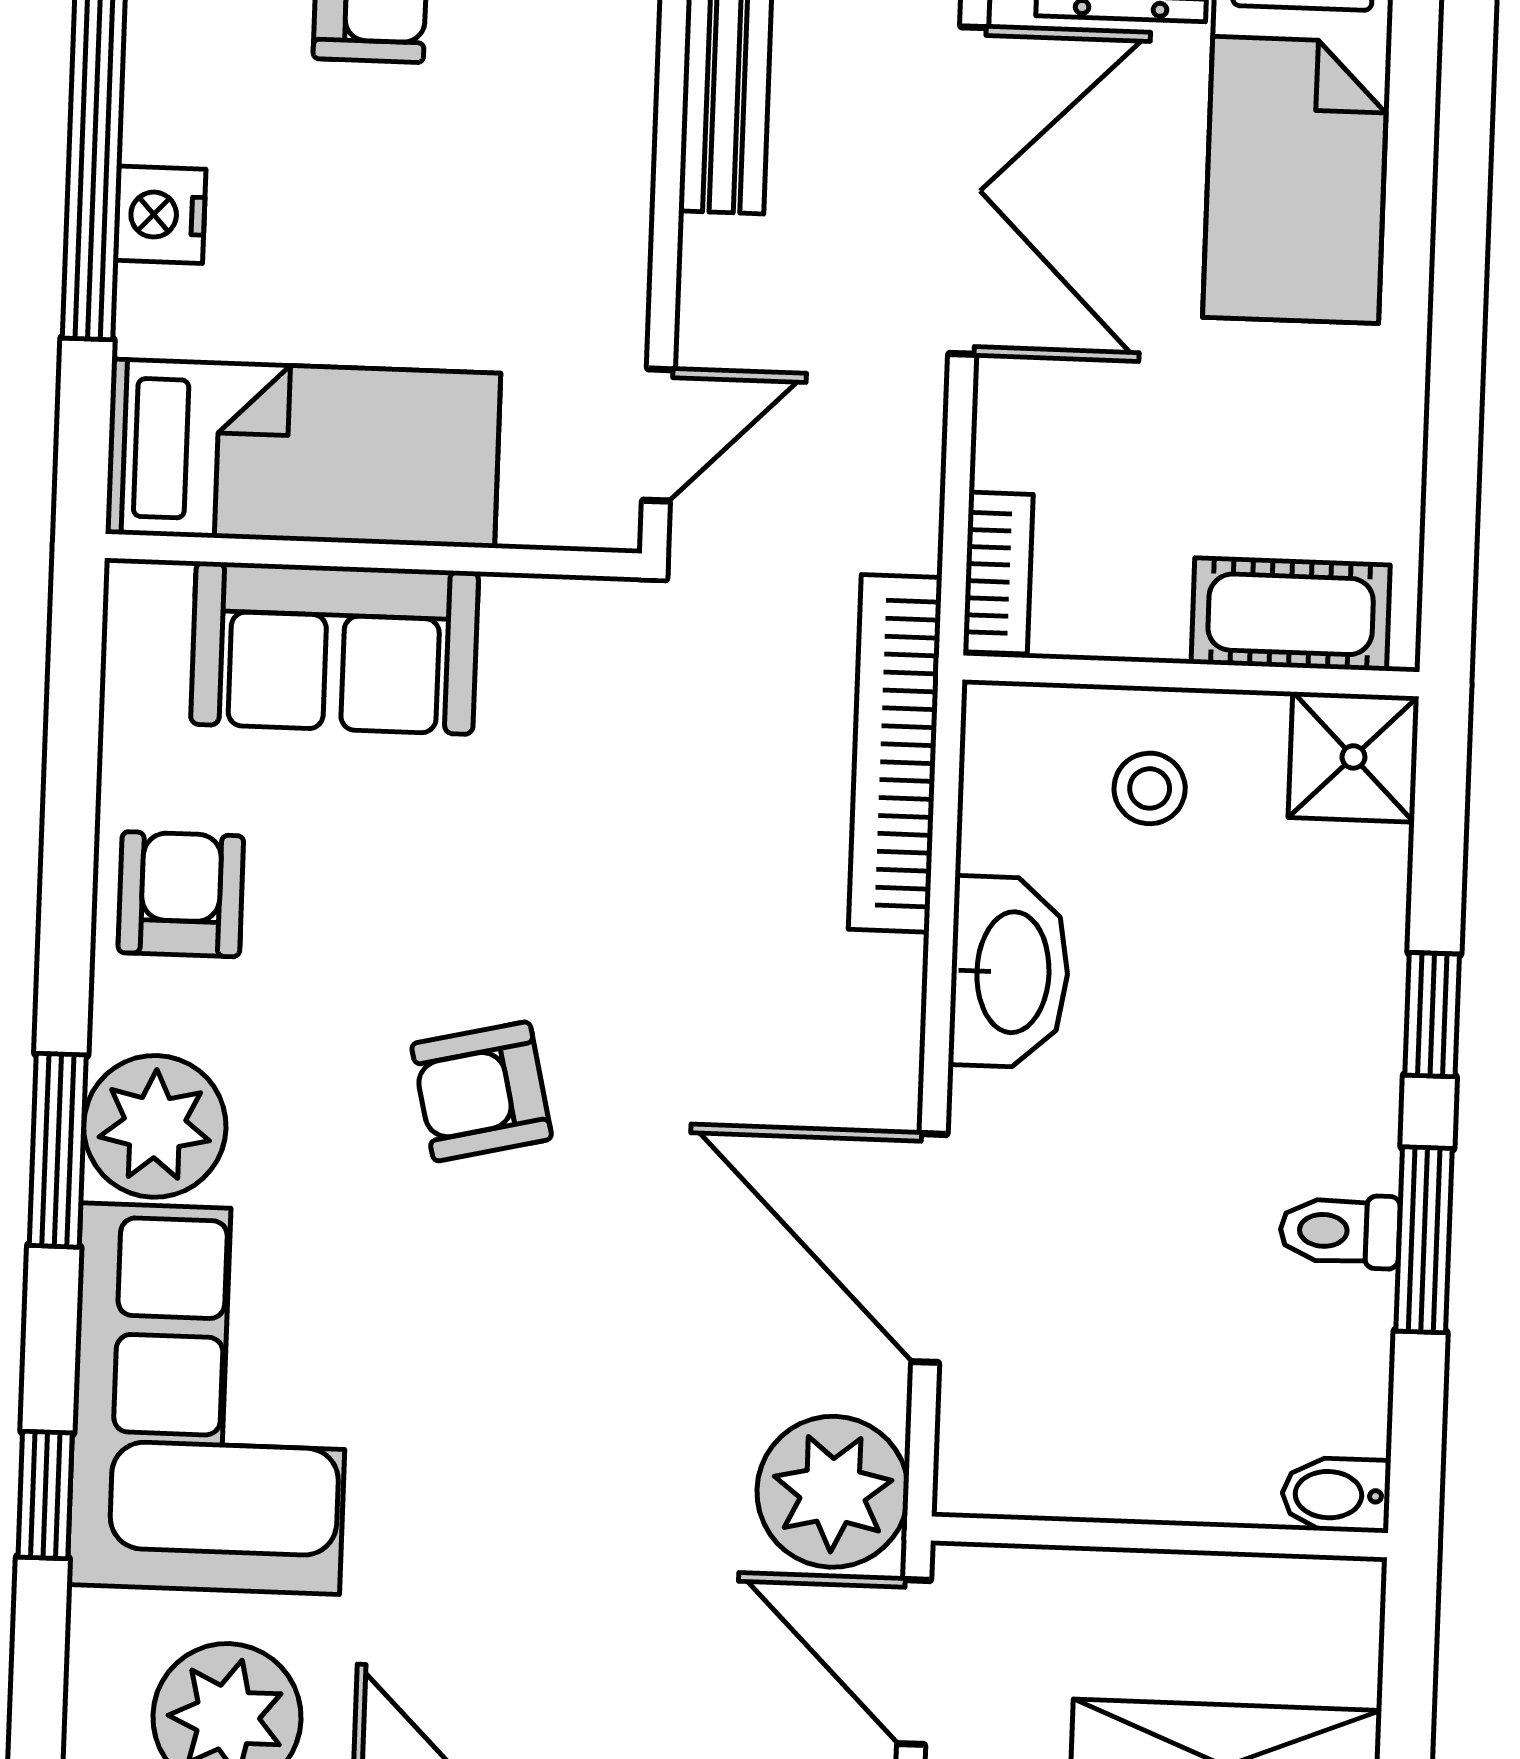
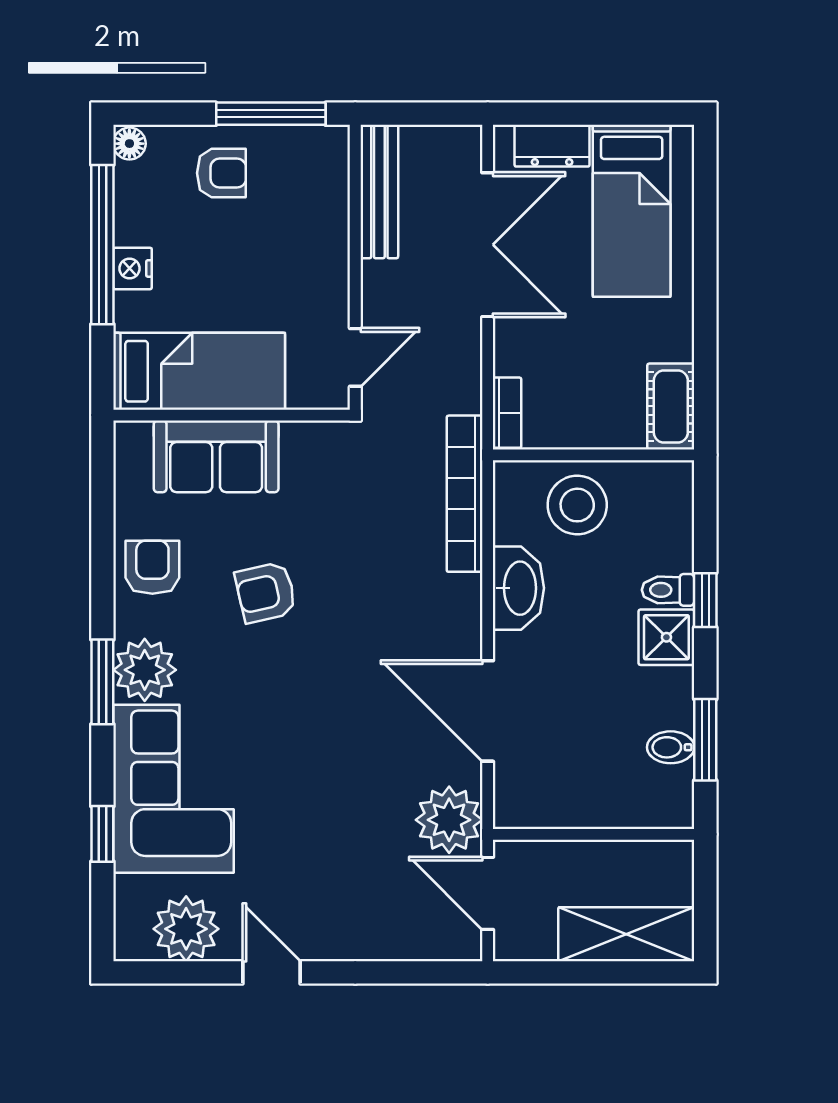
cot: (1291, 614) -> (671, 406), moved, turned 90
shower: (1353, 757) -> (666, 637), moved
stool: (1150, 788) -> (577, 505), width x1.89, depth x1.89
armchair: (482, 1091) -> (266, 592), moved
toilet: (1340, 1231) -> (668, 590), moved
window: (1424, 1240) -> (705, 740), moved
bidet: (1336, 1495) -> (671, 747), moved

